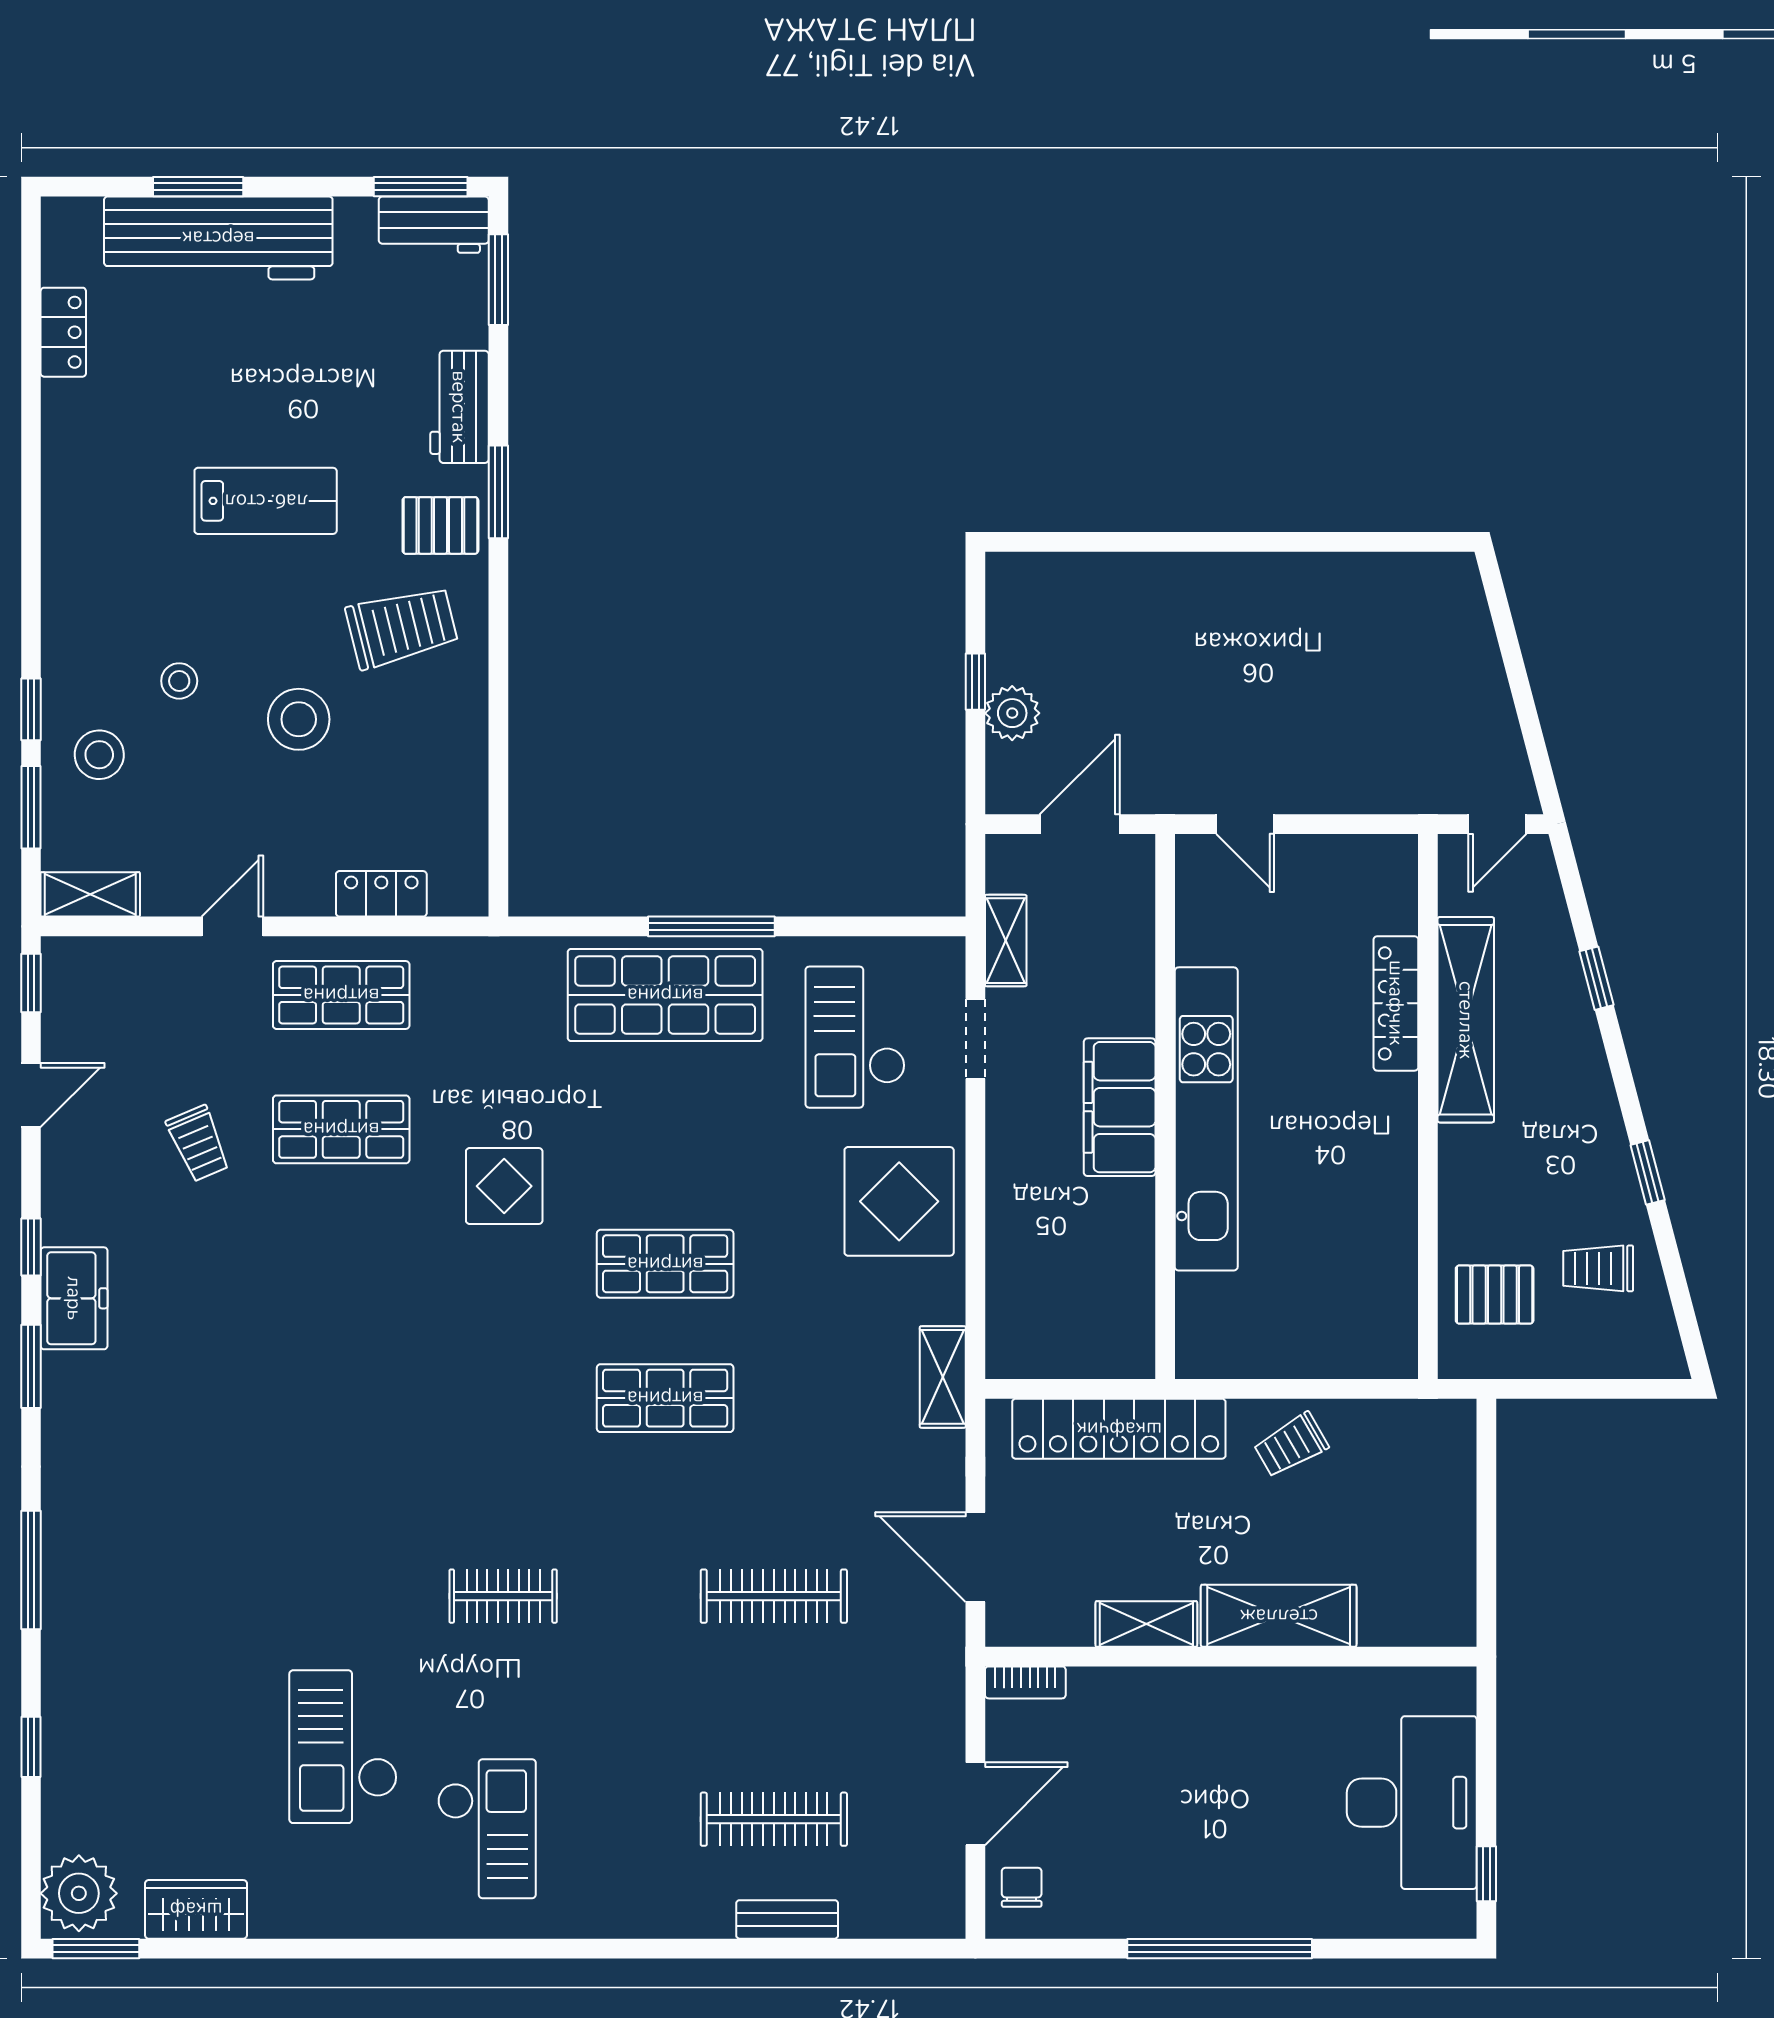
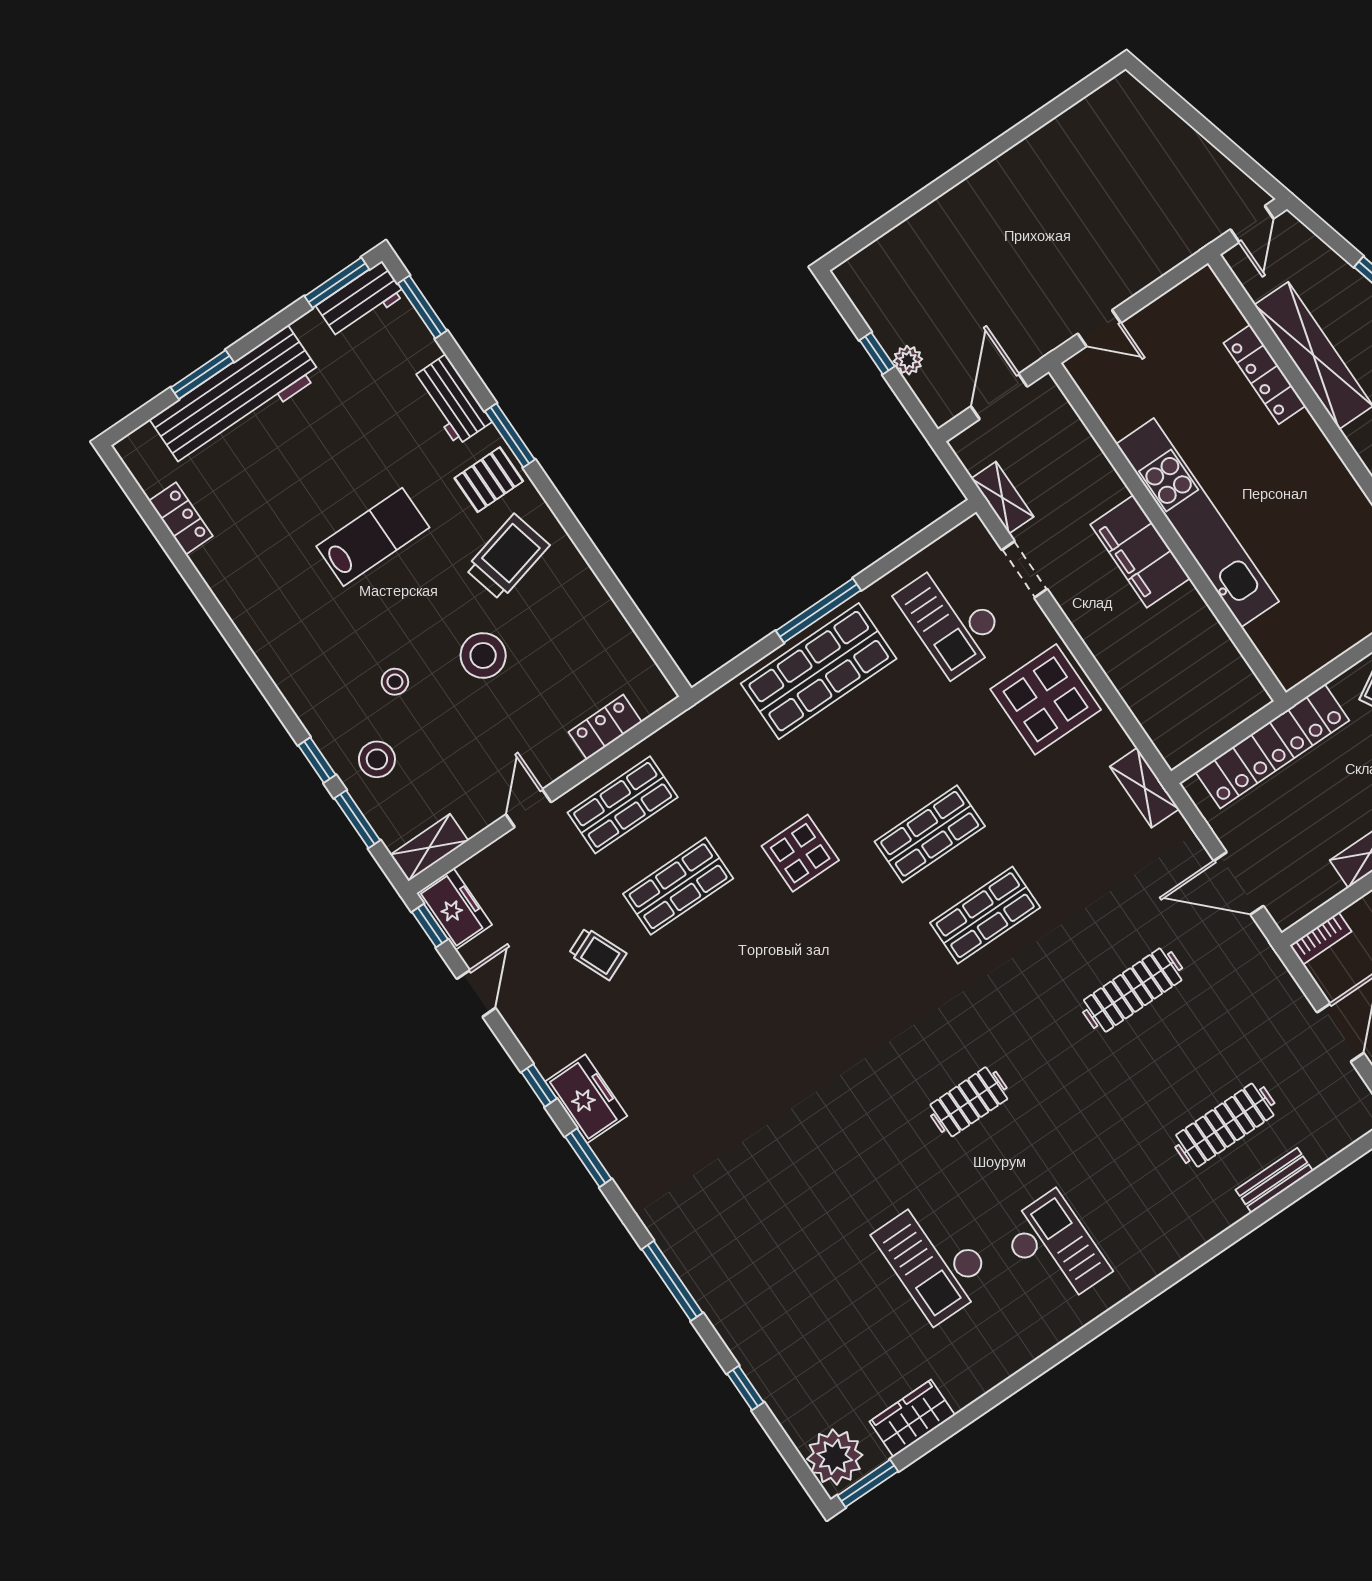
plant: (1012, 713) -> (908, 360), width x0.73, depth x0.73
freezer: (71, 983) -> (454, 909), added

